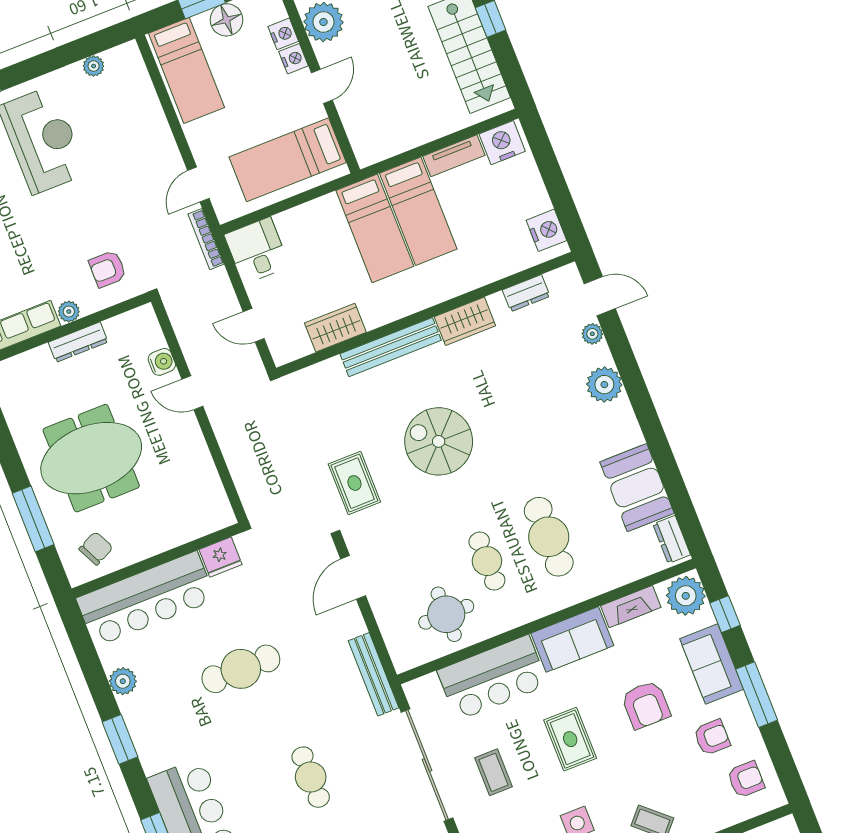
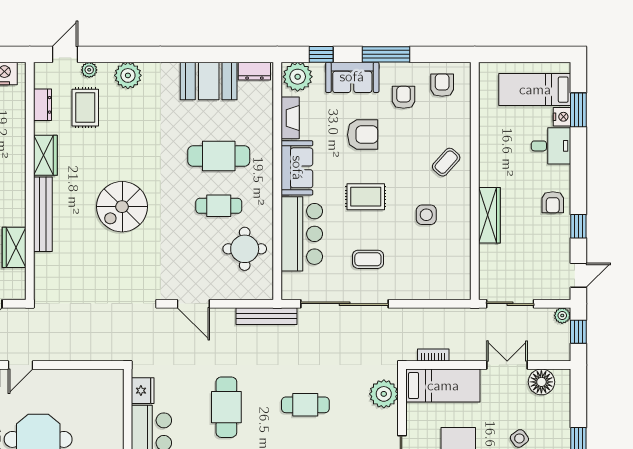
rug: (354, 483) -> (85, 108), moved, turned 90
cafe table: (311, 777) -> (305, 405), moved

